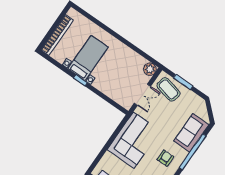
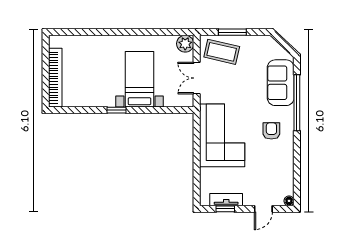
bed with nightstands: (88, 58) -> (139, 79), moved
double door: (142, 95) -> (197, 78), swing flipped

